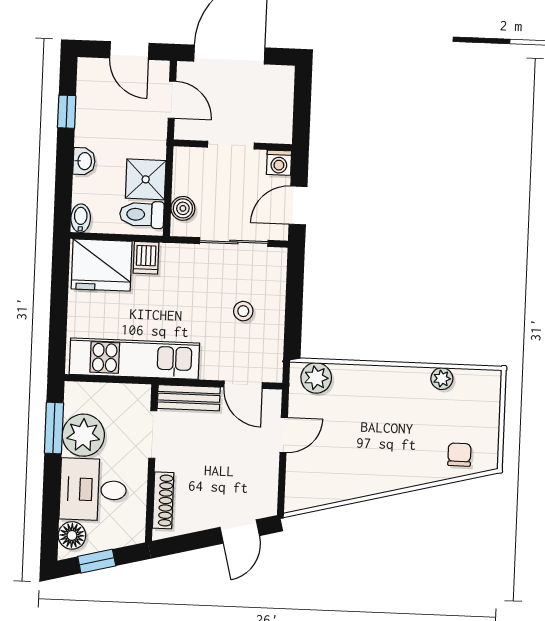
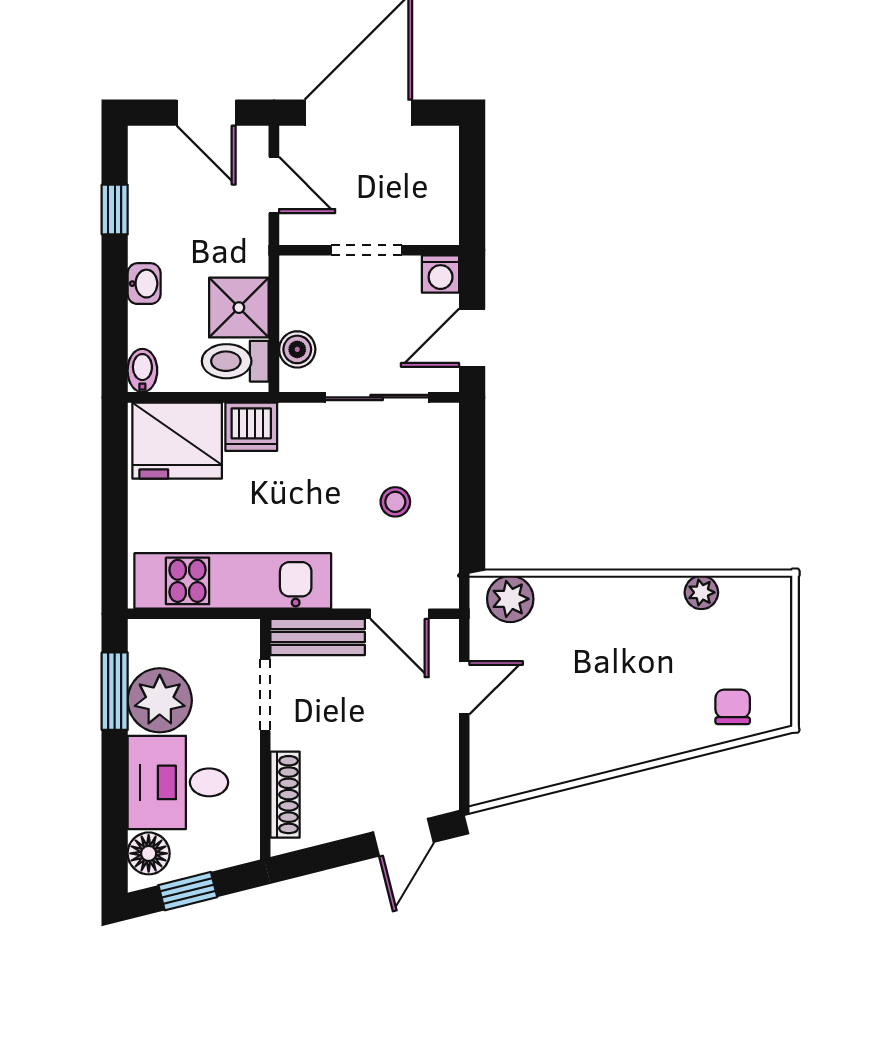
dishwasher: (146, 258) -> (251, 427), width x1.38

